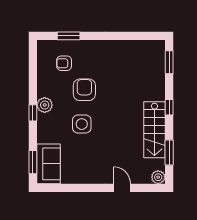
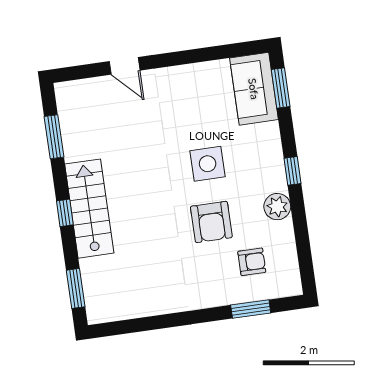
plant: (45, 105) -> (277, 207), moved
stairs: (154, 130) -> (89, 209), moved
plant: (158, 177) -> (66, 93), removed

